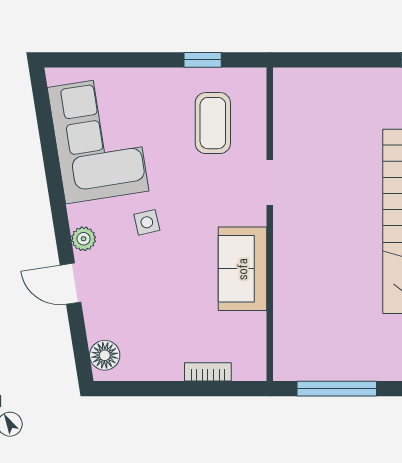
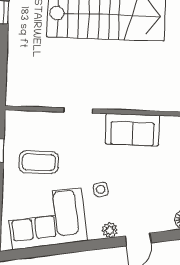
coffee table: (213, 123) -> (39, 162), moved

